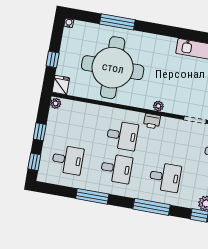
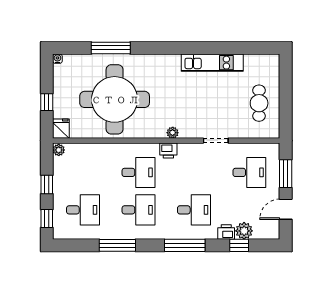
printer: (190, 202) -> (226, 232), added

